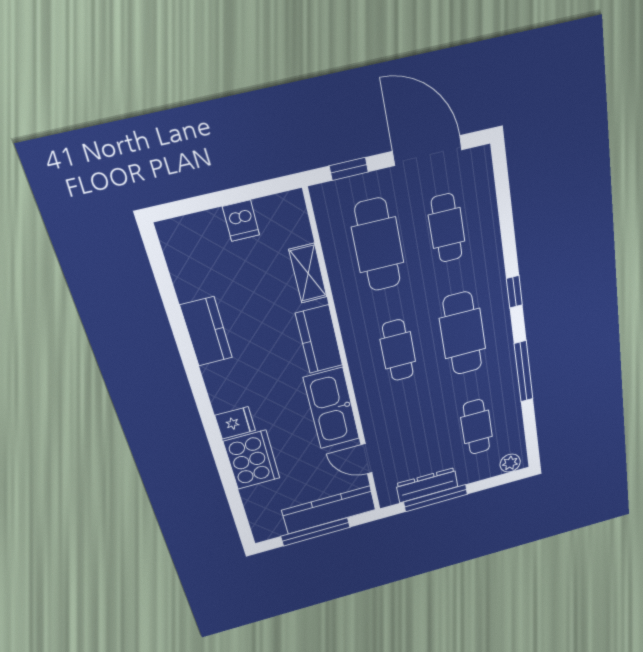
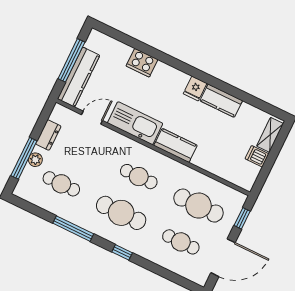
shelving: (308, 273) -> (270, 135), moved, turned 90
fridge: (235, 423) -> (195, 88), moved
cooker: (252, 460) -> (142, 63), width x0.73, depth x0.76
plant: (510, 463) -> (35, 160), moved
dresser: (427, 485) -> (48, 135), width x0.70
window: (436, 498) -> (24, 158), moved

